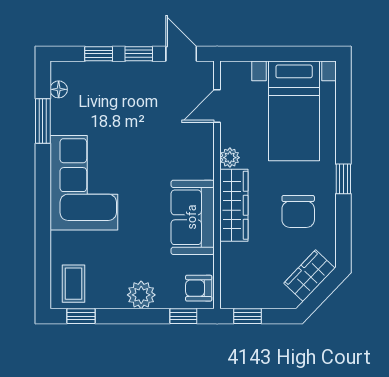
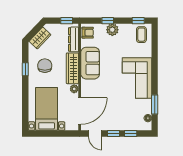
door: (217, 106) -> (80, 111), width x1.88
window: (343, 179) -> (25, 69), moved
dresser: (231, 272) -> (74, 39), added
window: (183, 316) -> (108, 21), moved

